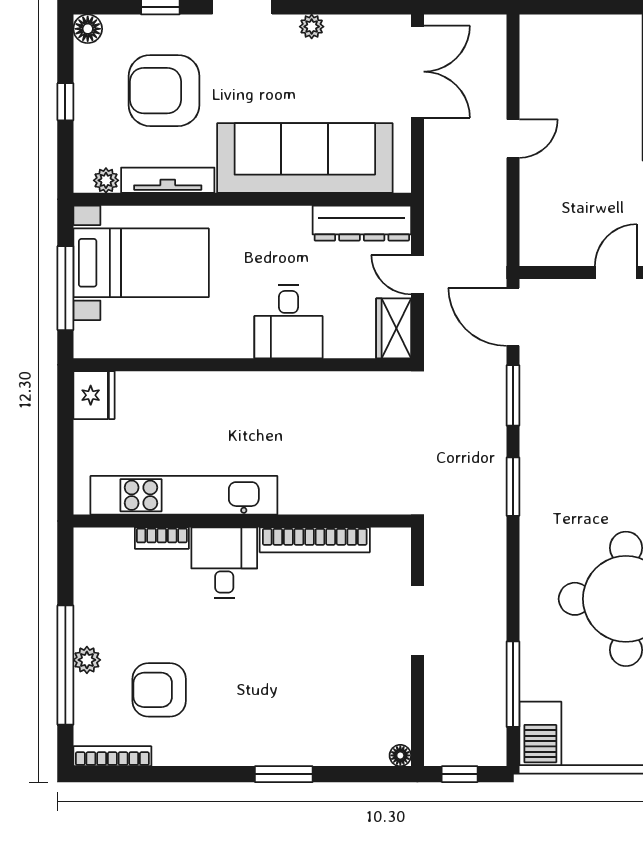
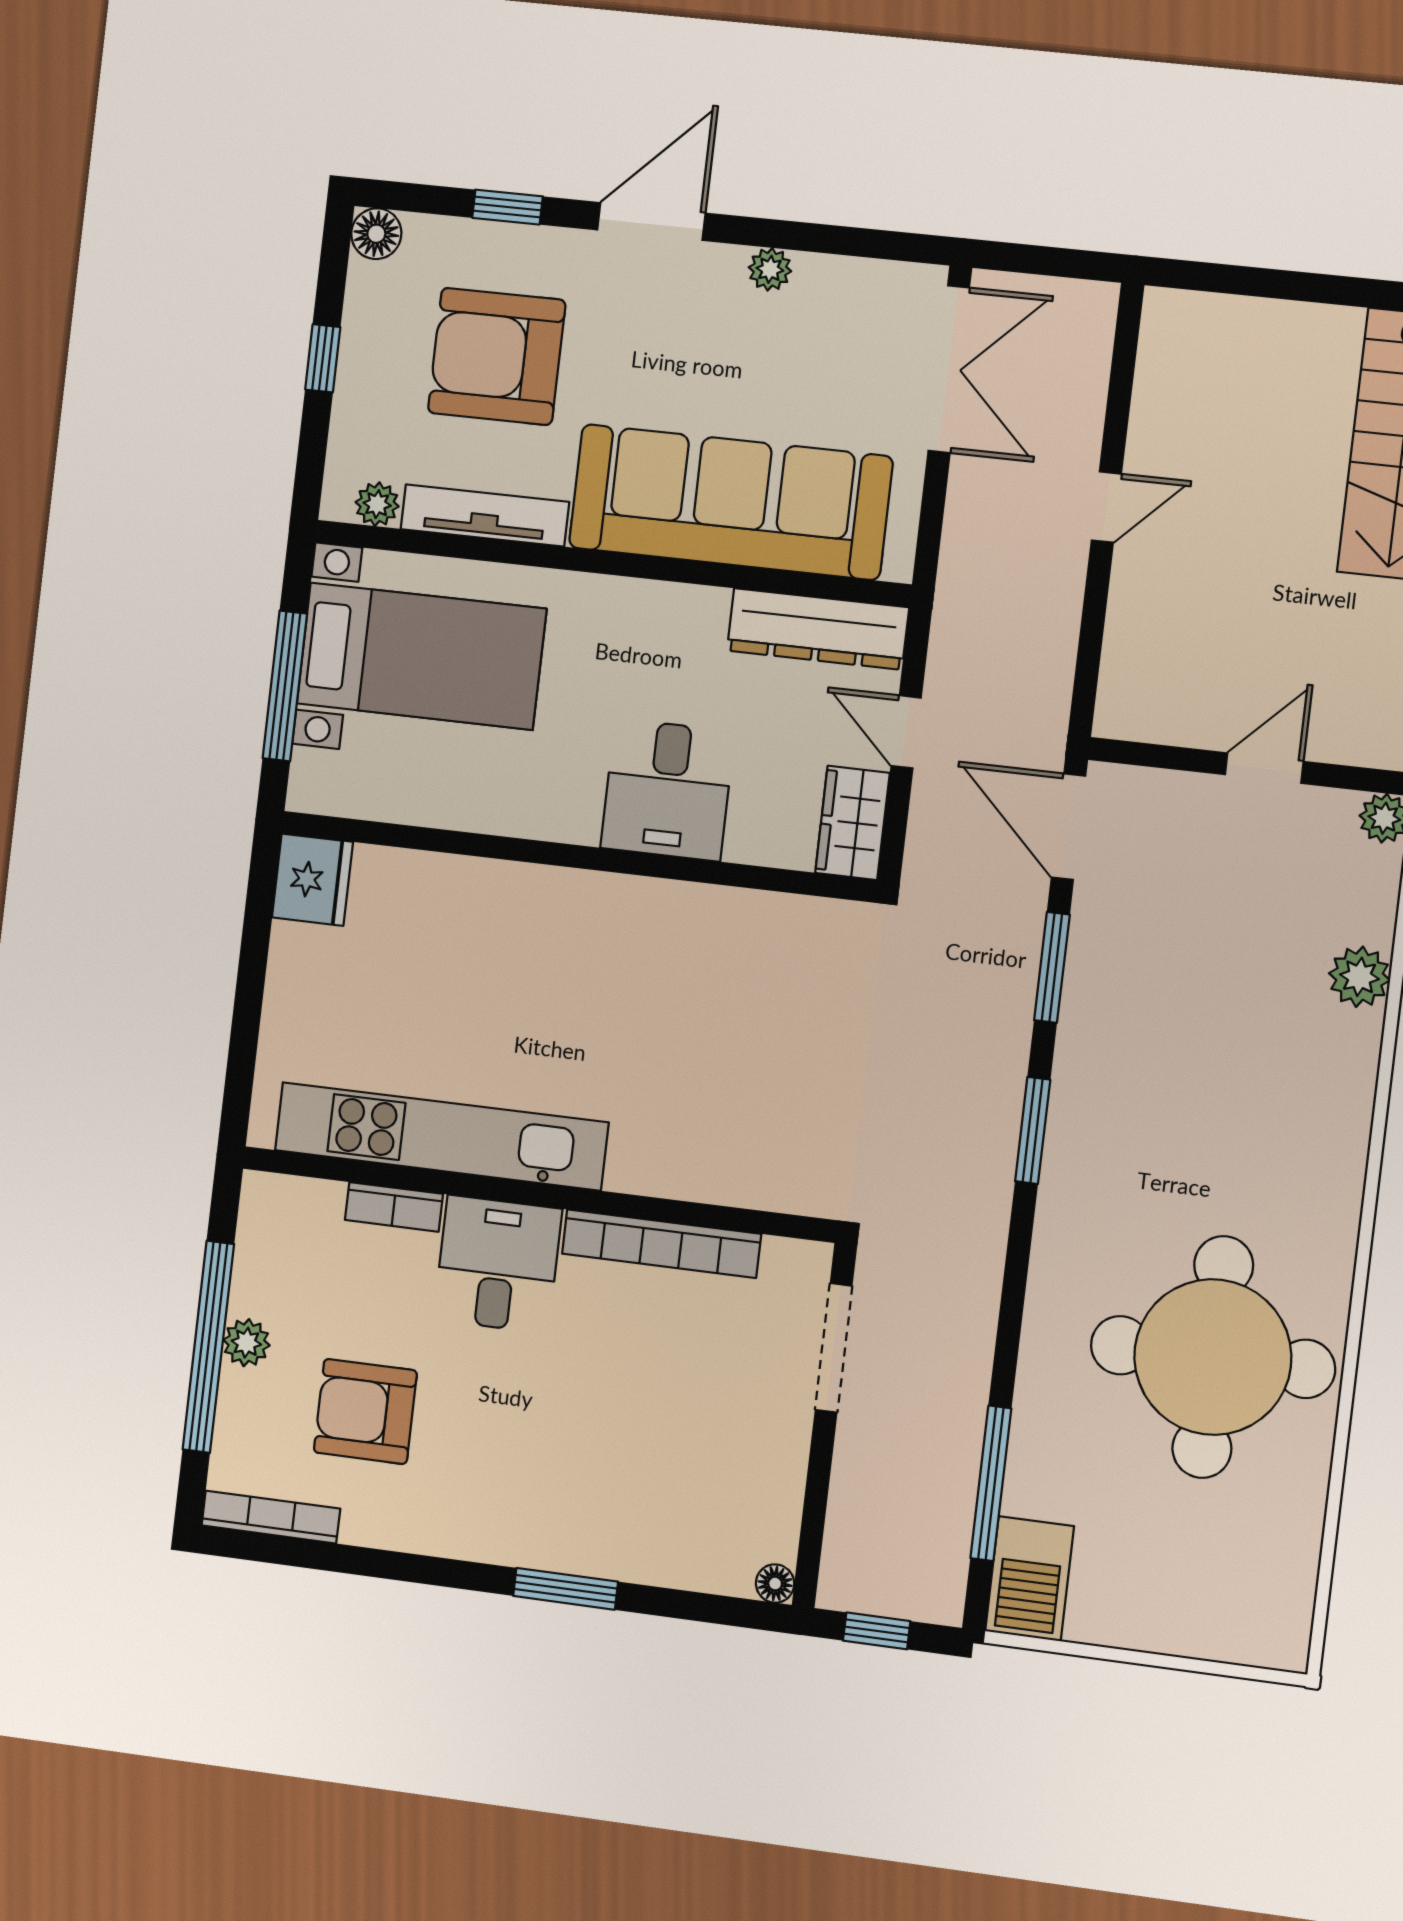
kitchen unit: (184, 495) -> (441, 1136), moved
wall: (242, 521) -> (538, 1194), moved
bookcase: (162, 538) -> (394, 1207), moved
bookcase: (315, 540) -> (661, 1244), moved
desk: (224, 563) -> (498, 1264), moved

